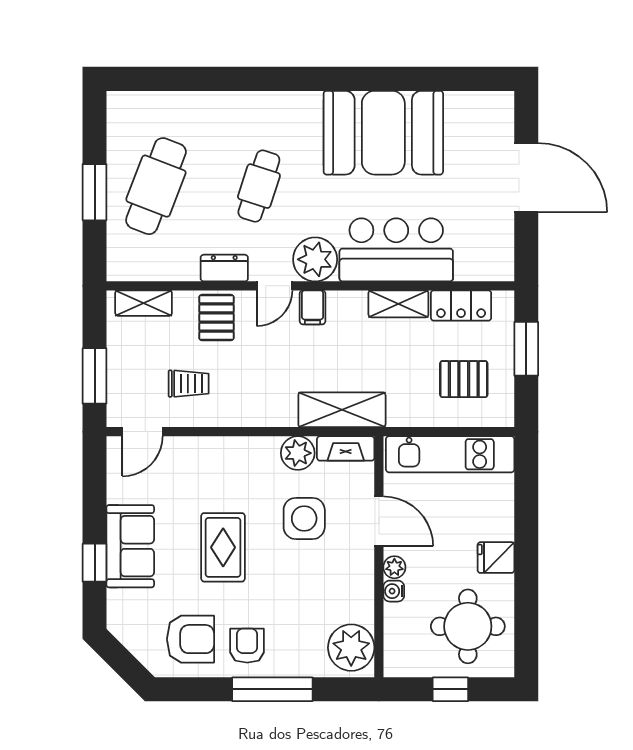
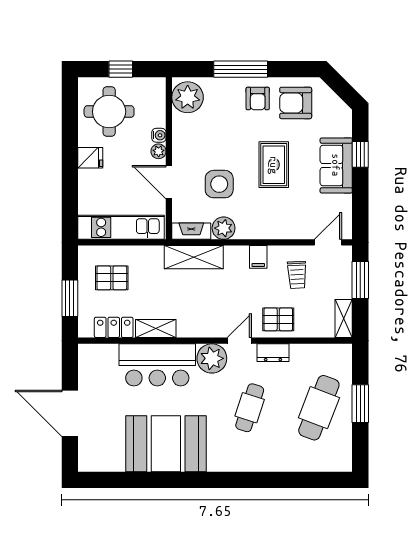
shelving: (144, 303) -> (344, 319), moved, turned 90
filing cabinet: (313, 307) -> (258, 257), moved, turned 180
pallet: (216, 318) -> (278, 319), turned 90
trolley: (189, 384) -> (297, 275), turned -93

